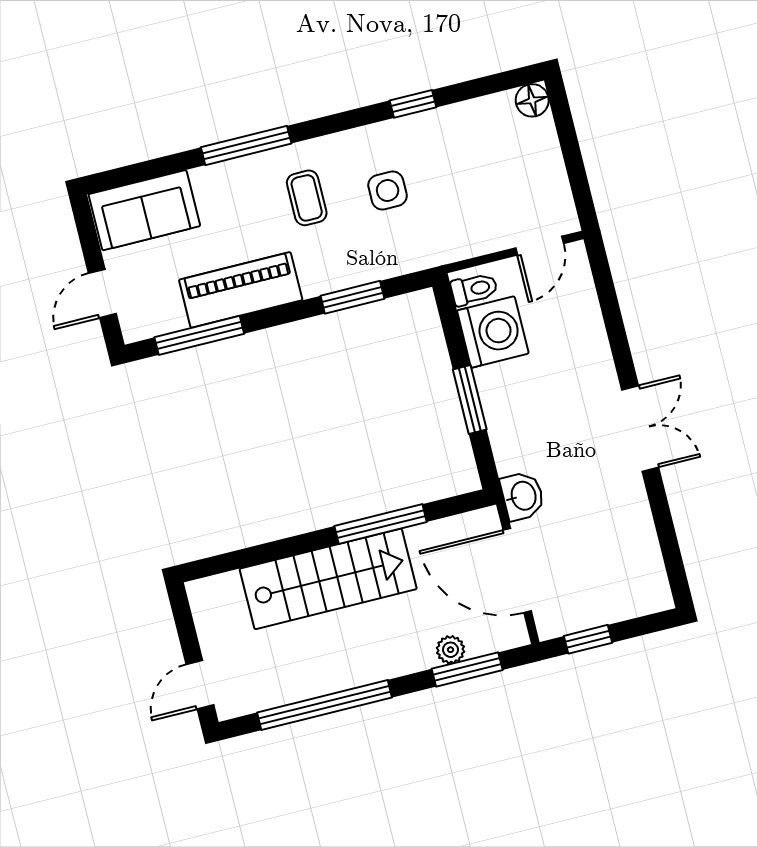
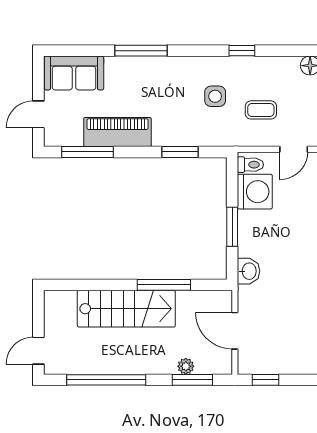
coffee table: (307, 198) -> (261, 110), moved, turned 90
washbasin: (523, 496) -> (249, 271), moved
door: (517, 571) -> (235, 331), width x0.73

